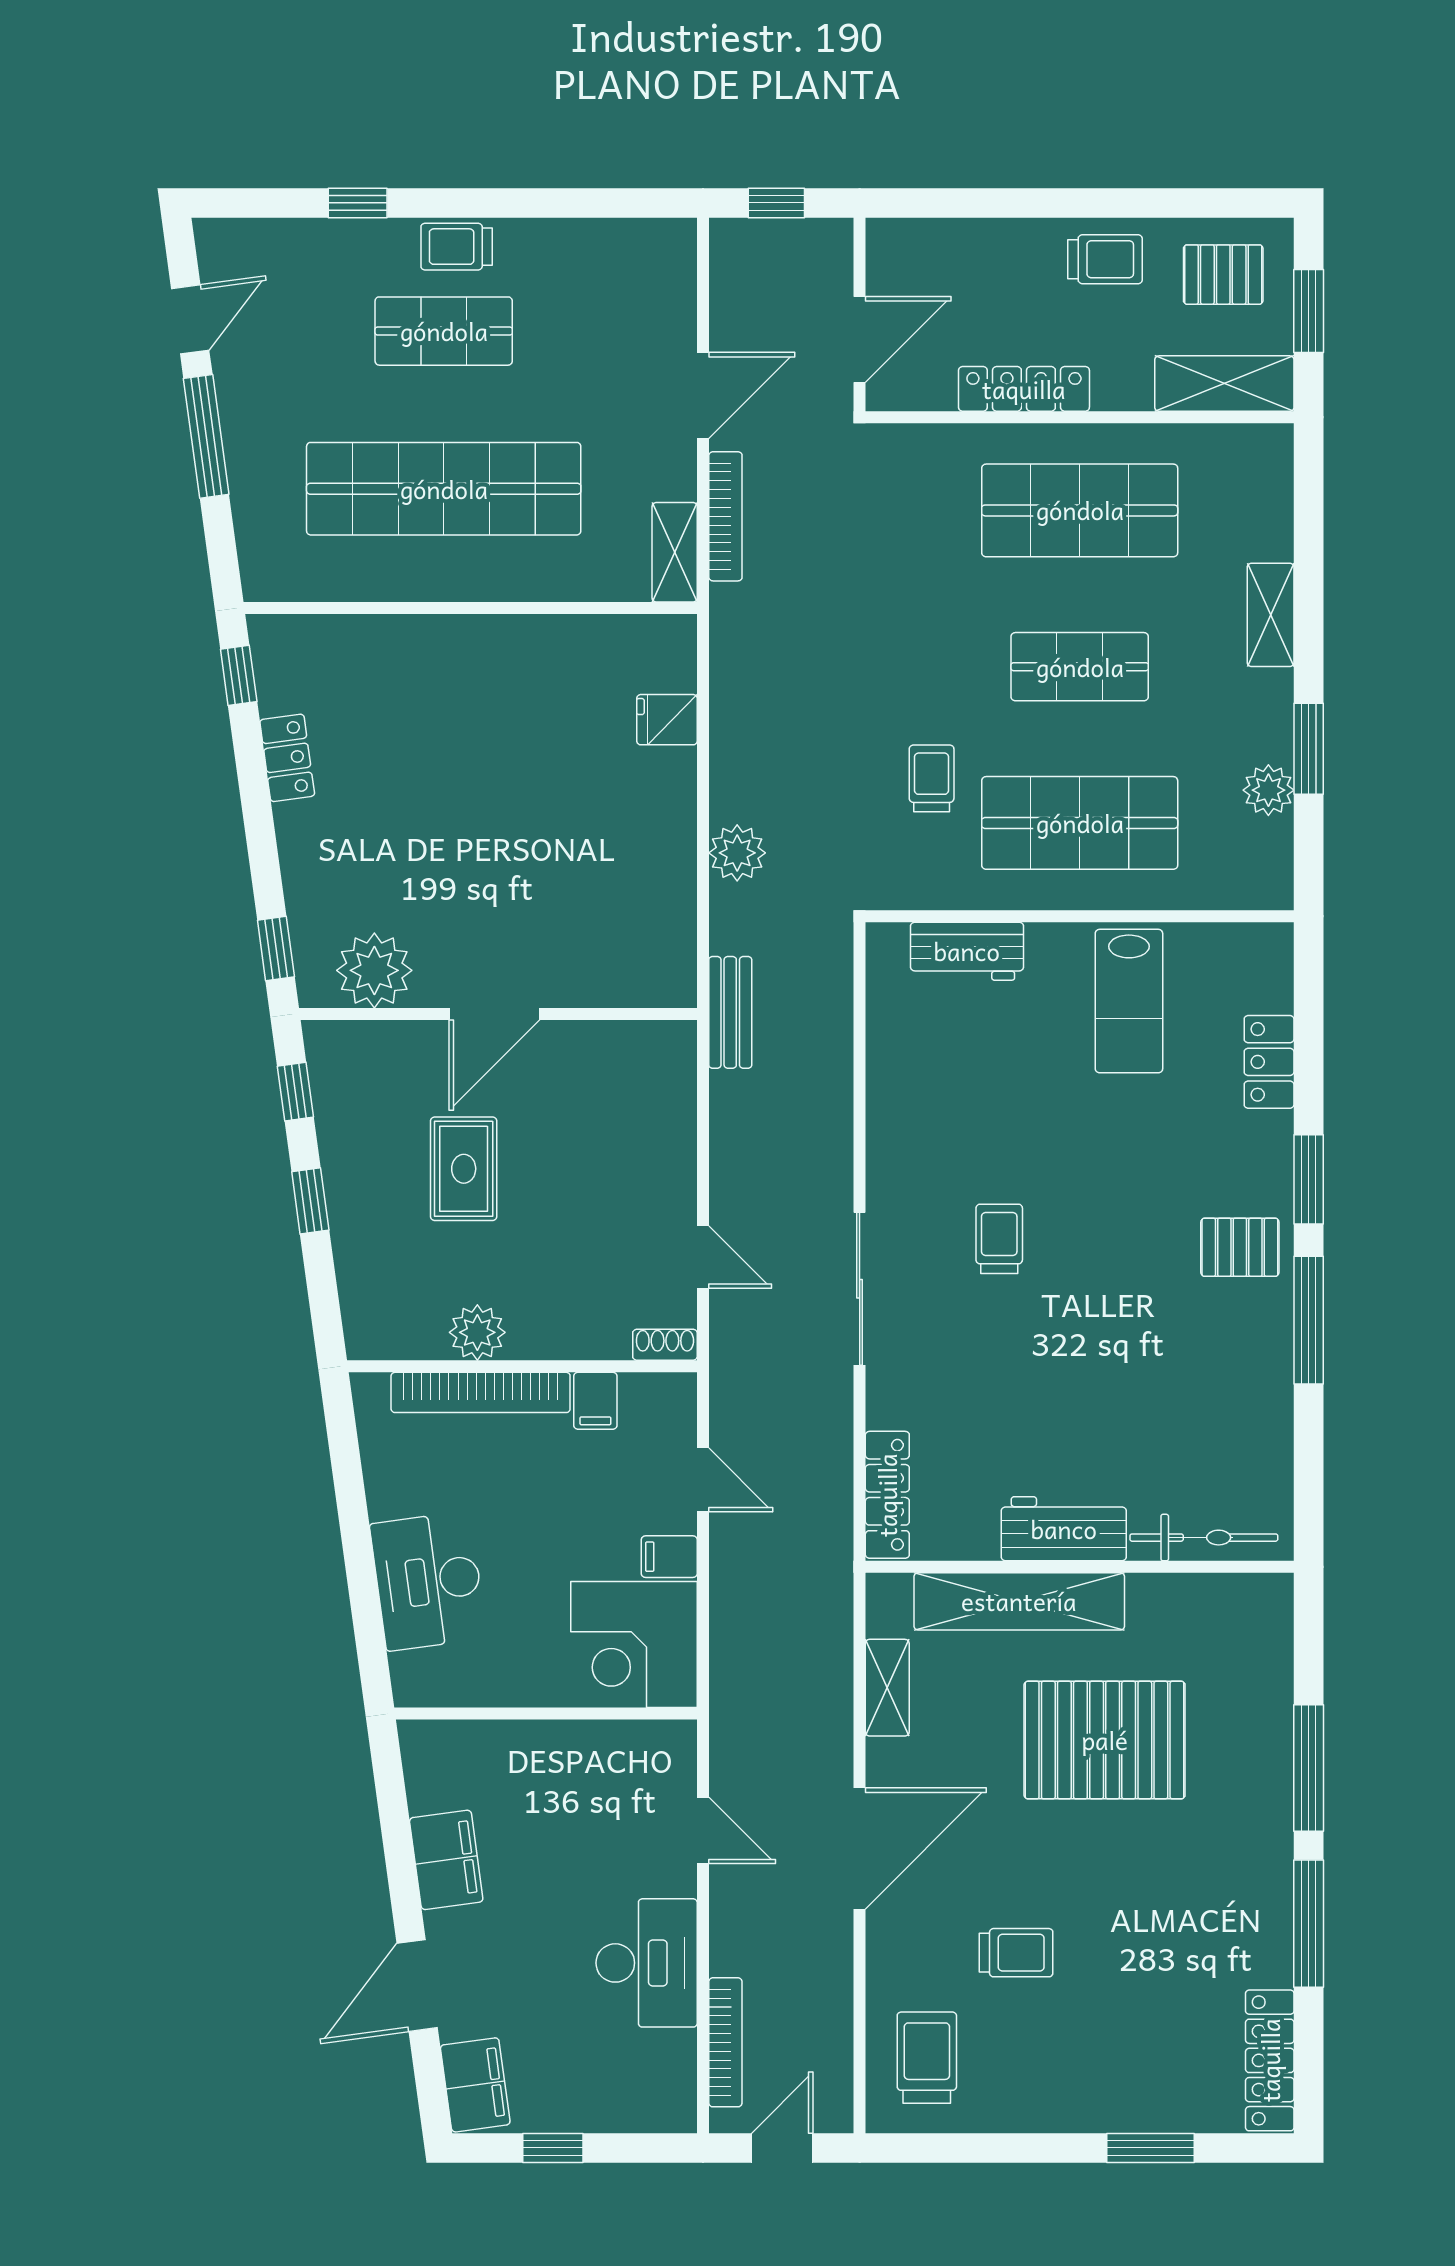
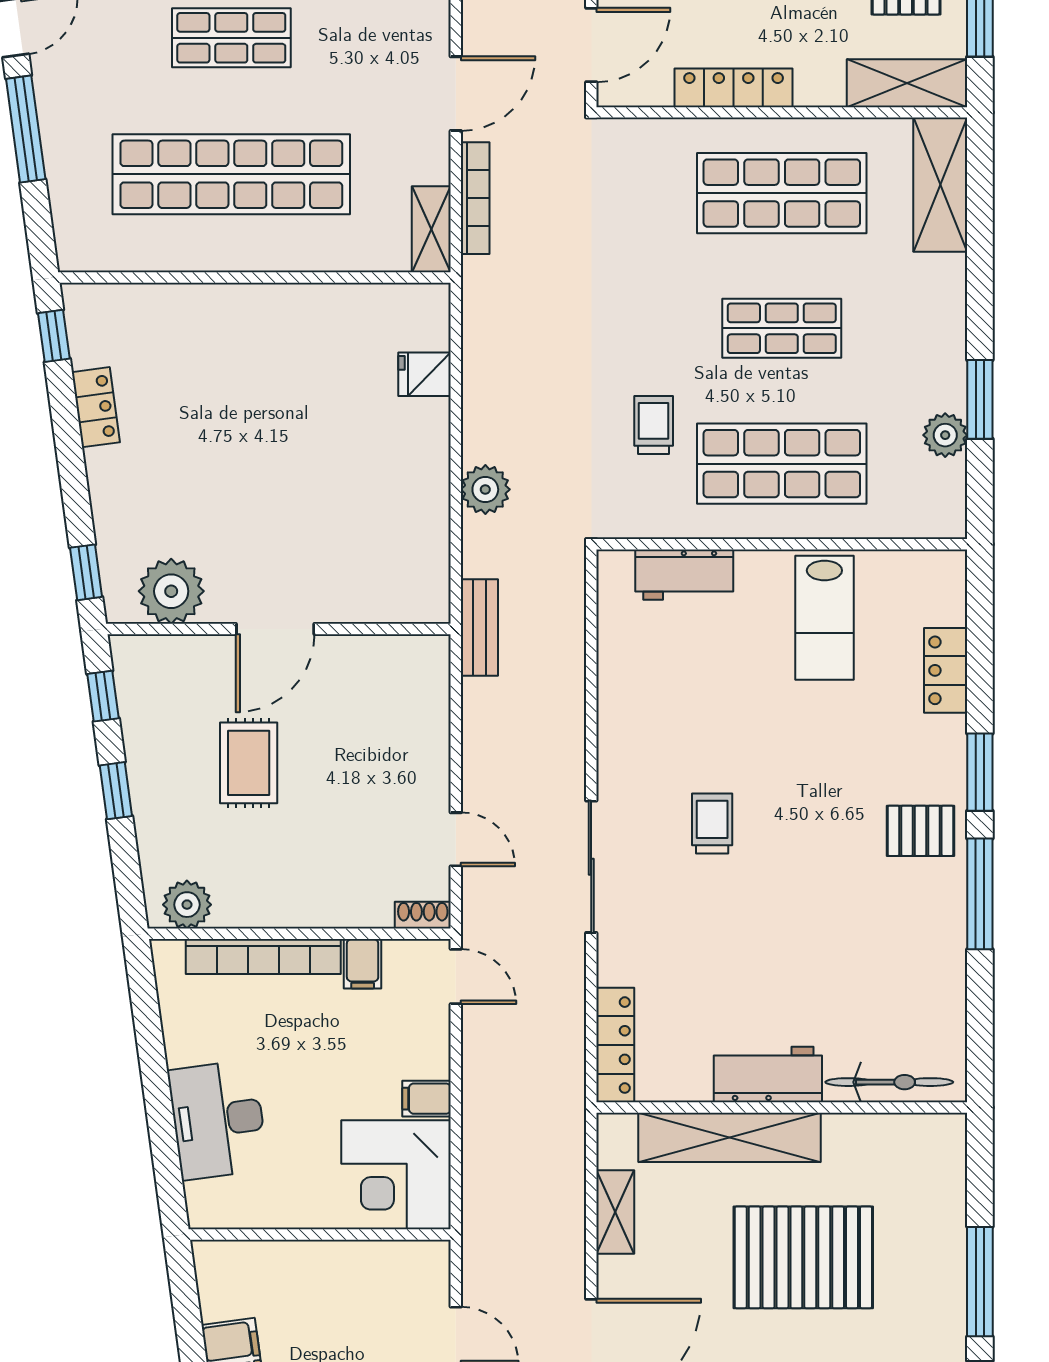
shelving: (1271, 615) -> (940, 185), moved, width x1.50, depth x1.33
plant: (477, 1332) -> (187, 905), moved
door: (703, 1480) -> (456, 977), moved

